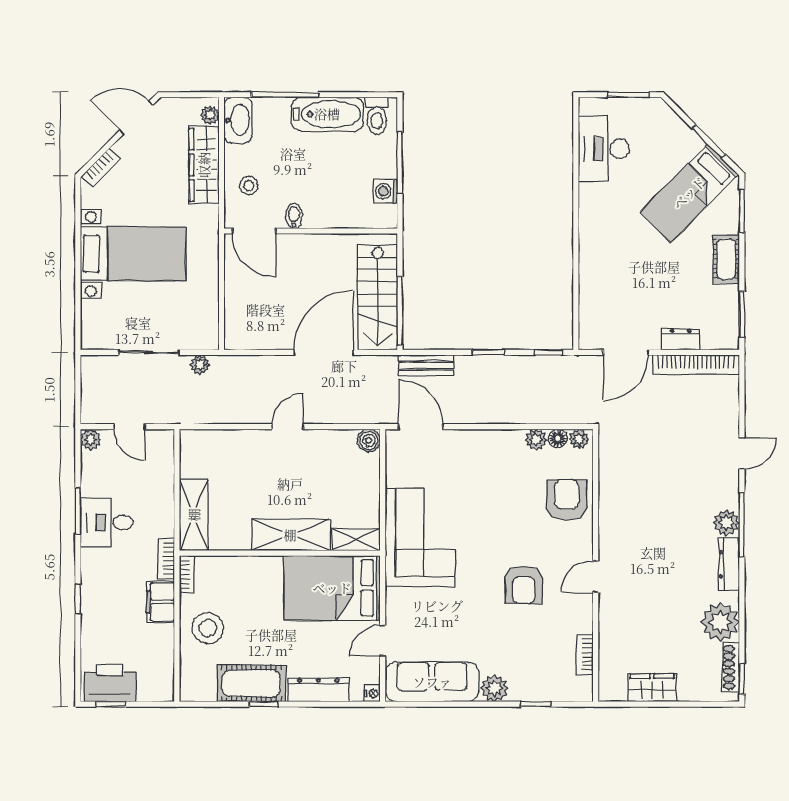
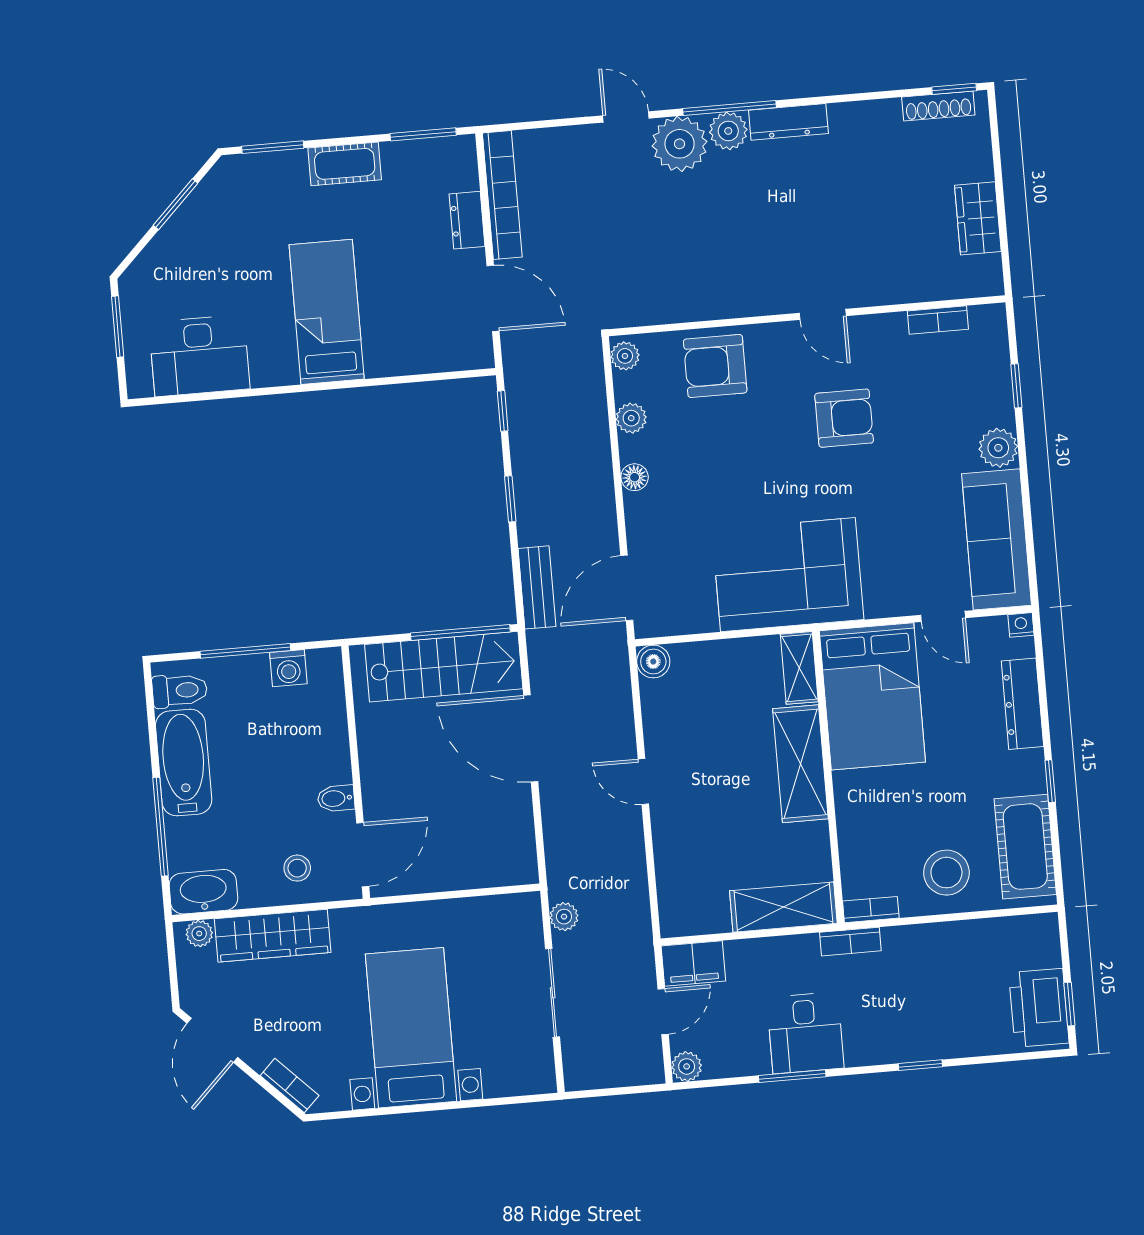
bed: (689, 193) -> (327, 312), moved, turned -135
floor lamp: (558, 438) -> (635, 477), moved
filing cabinet: (160, 602) -> (693, 963), moved
plant: (720, 622) -> (680, 144), moved
cot: (251, 683) -> (1025, 847), moved

